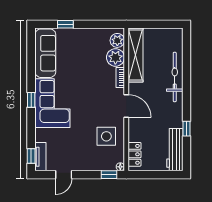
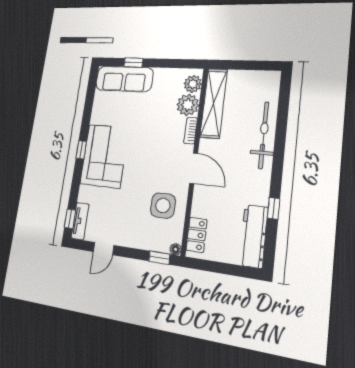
sofa: (45, 53) -> (124, 79), moved, turned 90

